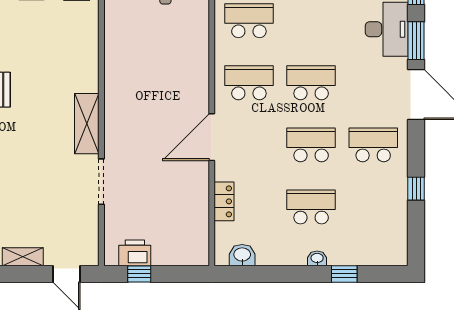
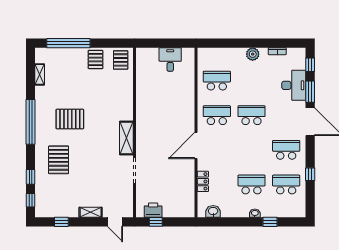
school desk: (311, 145) -> (286, 185), moved

